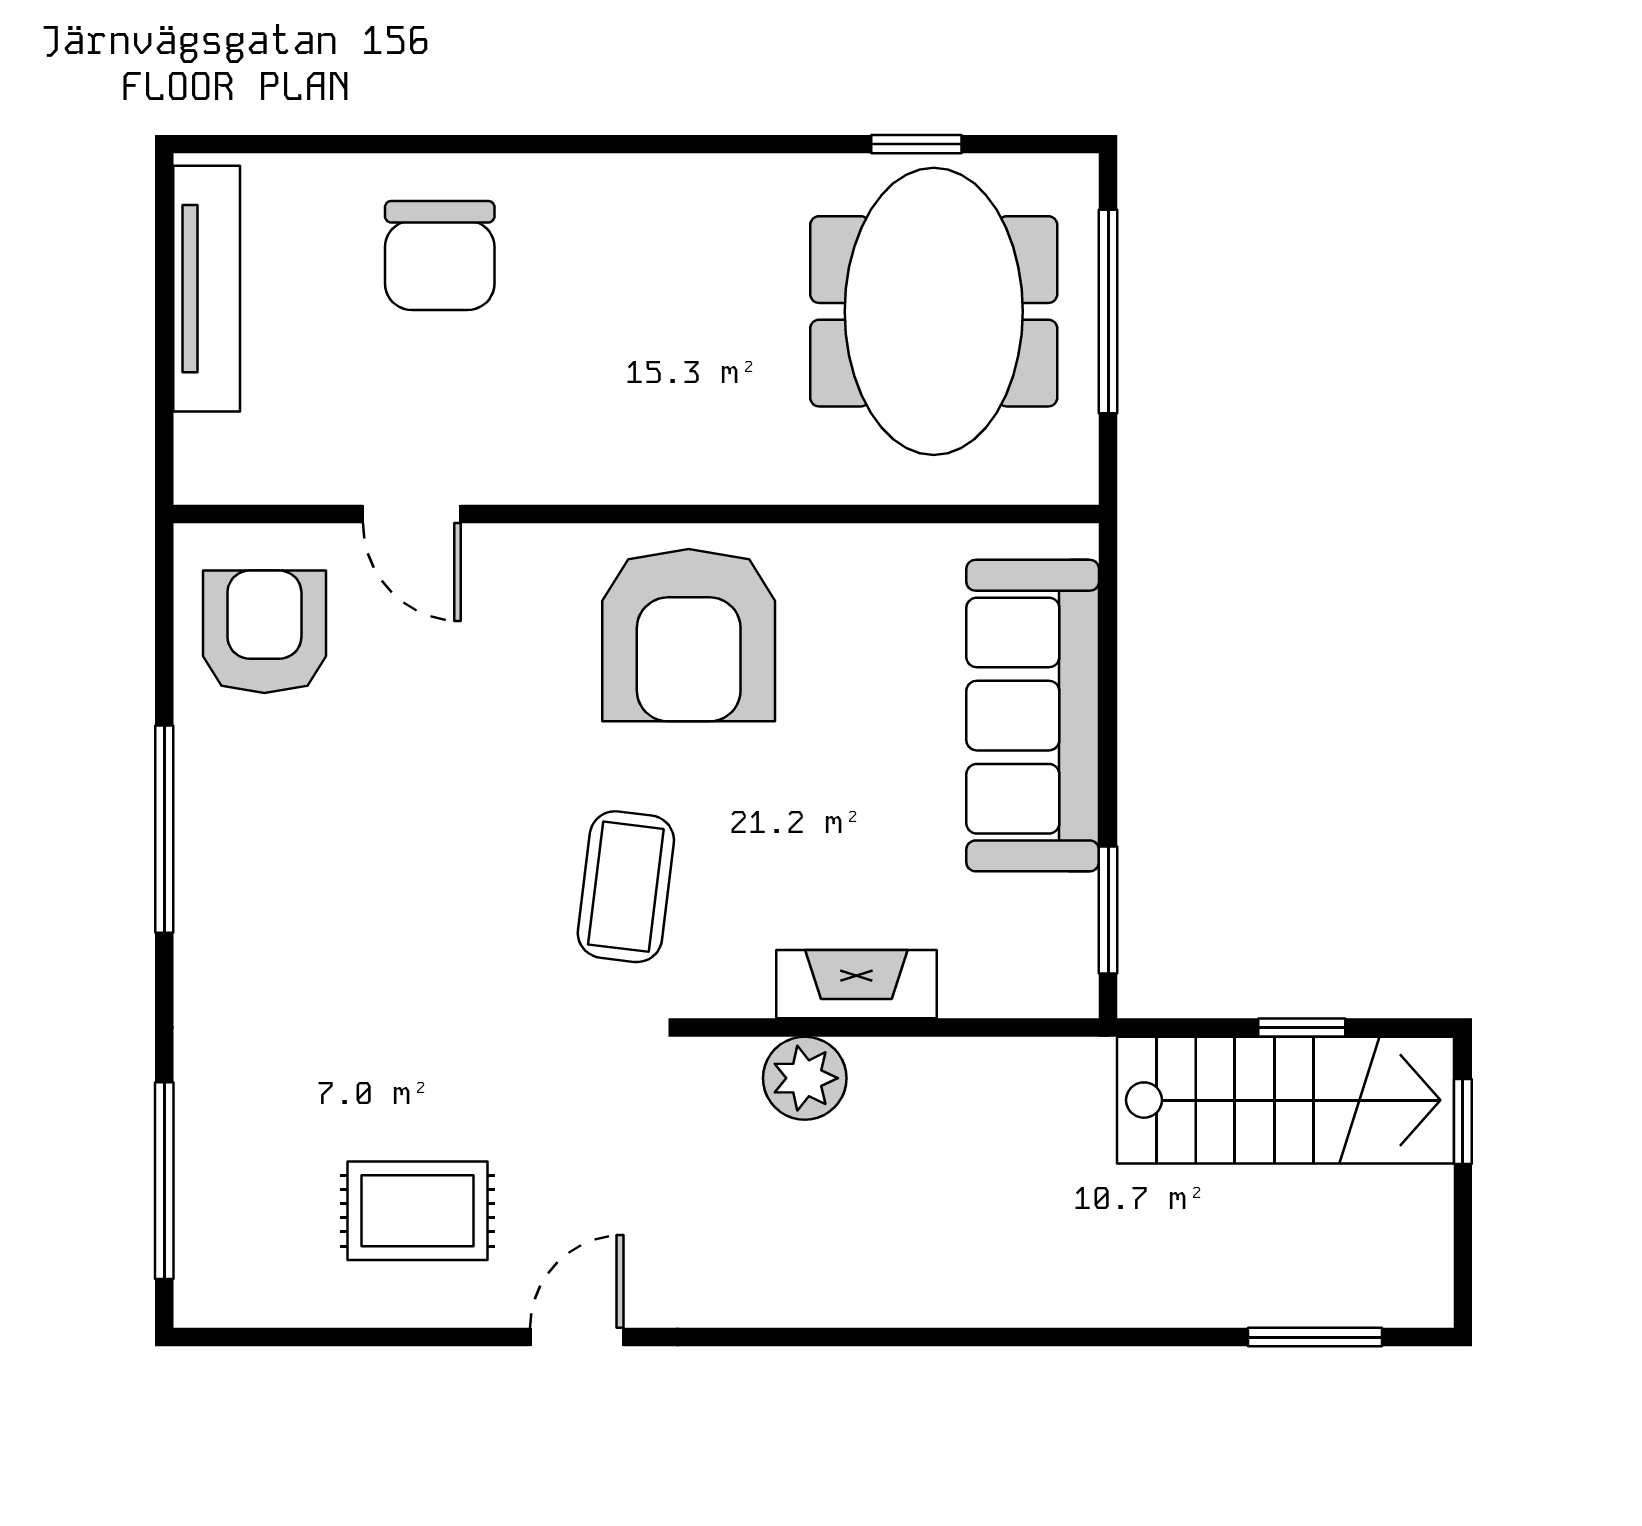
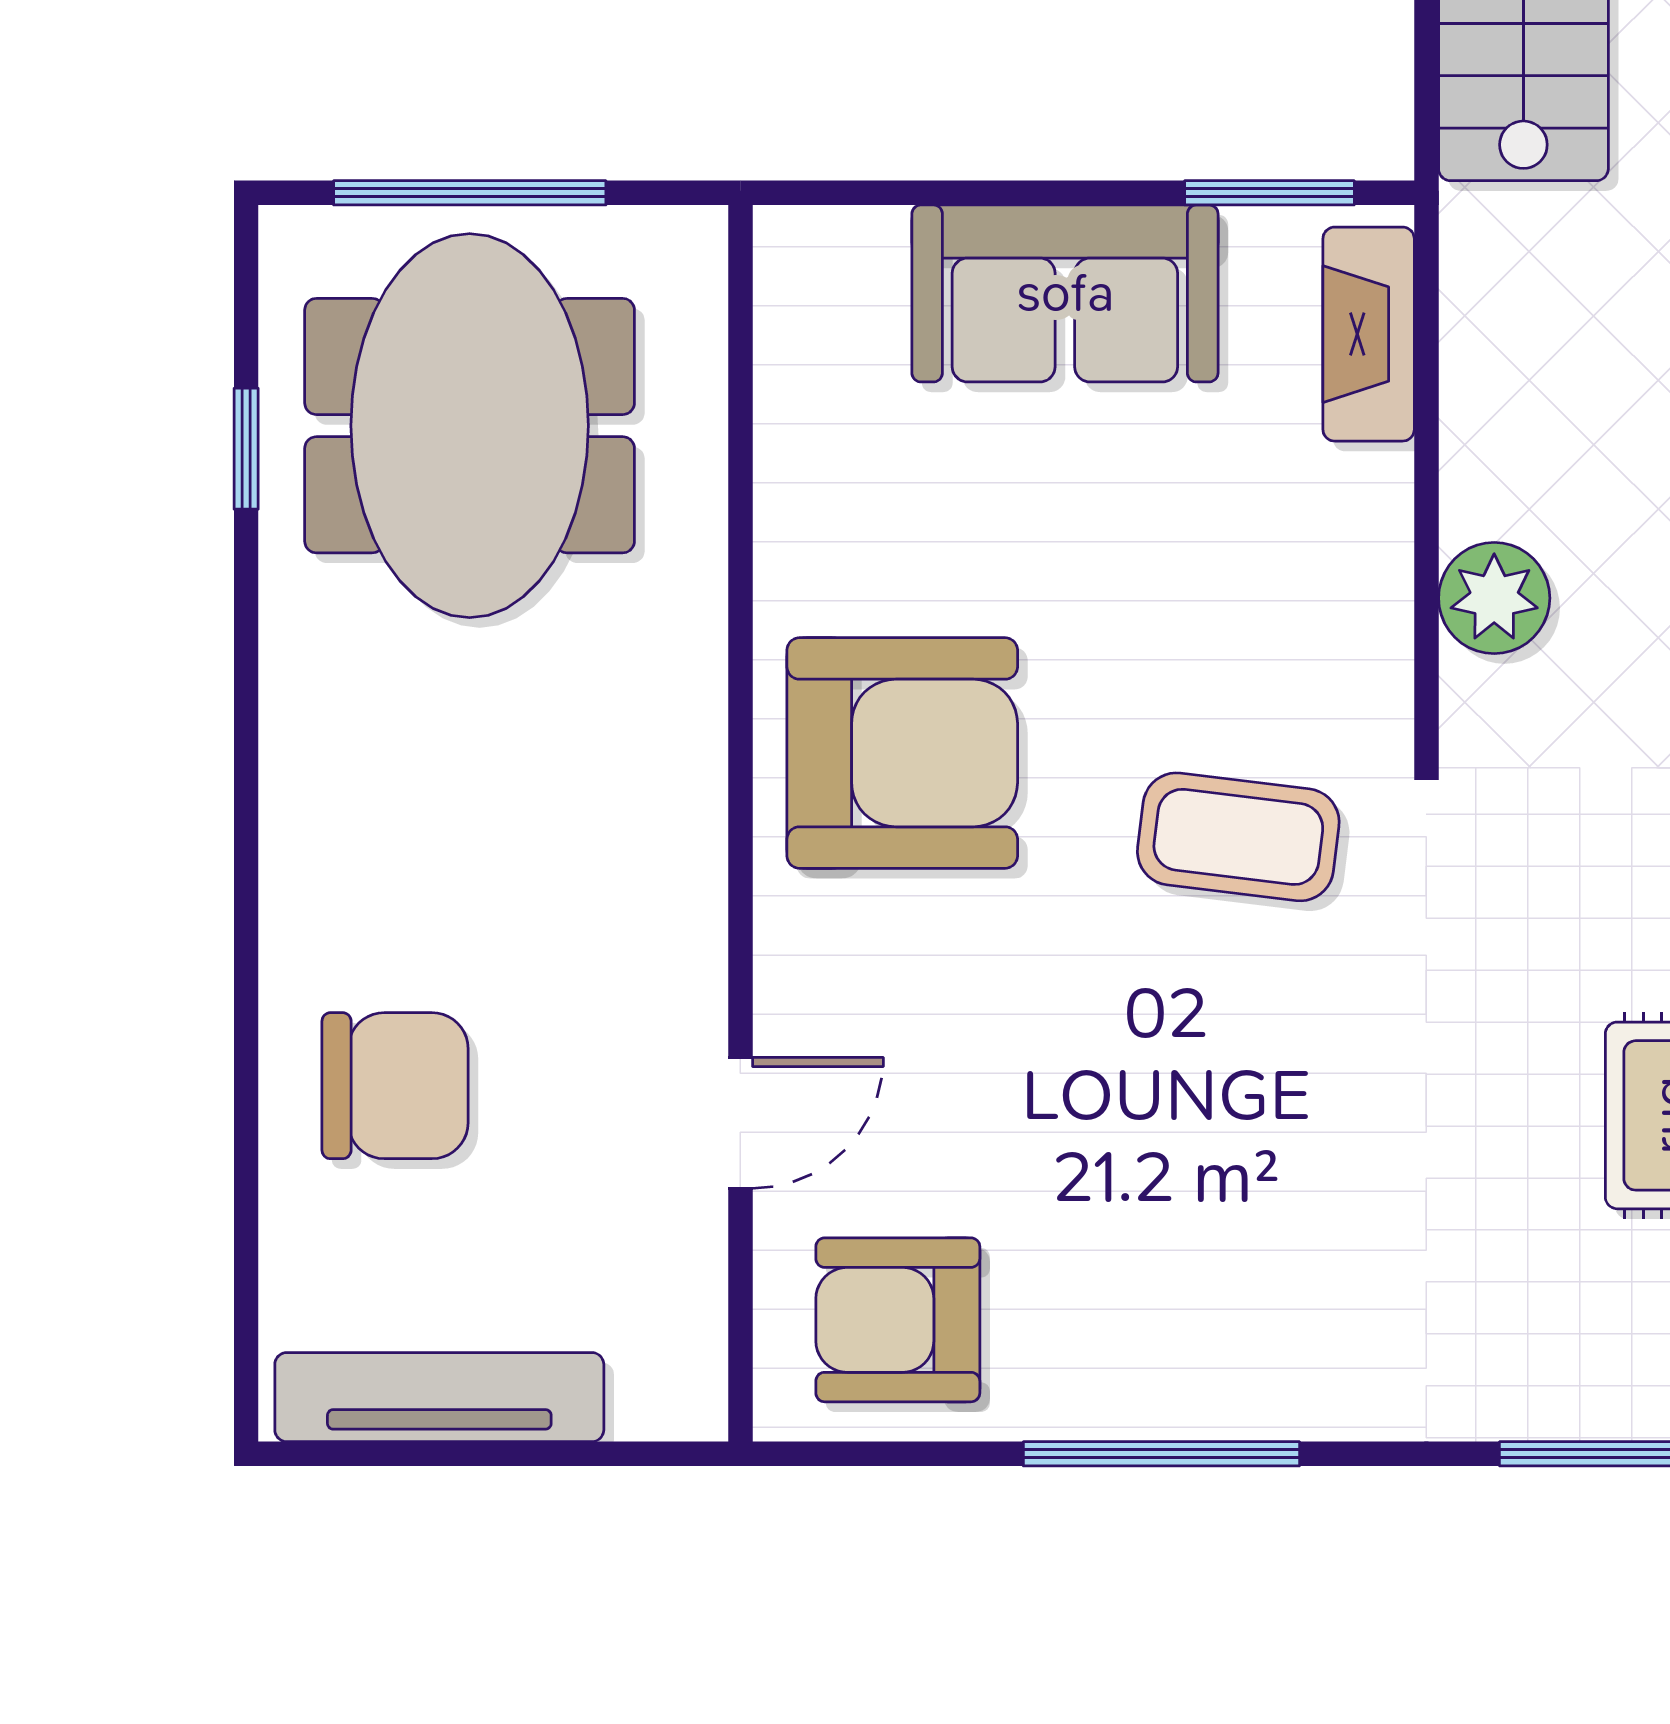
meeting table: (934, 311) -> (470, 426), turned 90
sofa: (1033, 716) -> (1065, 293), width x0.73
fireplace: (856, 984) -> (1369, 334), moved

